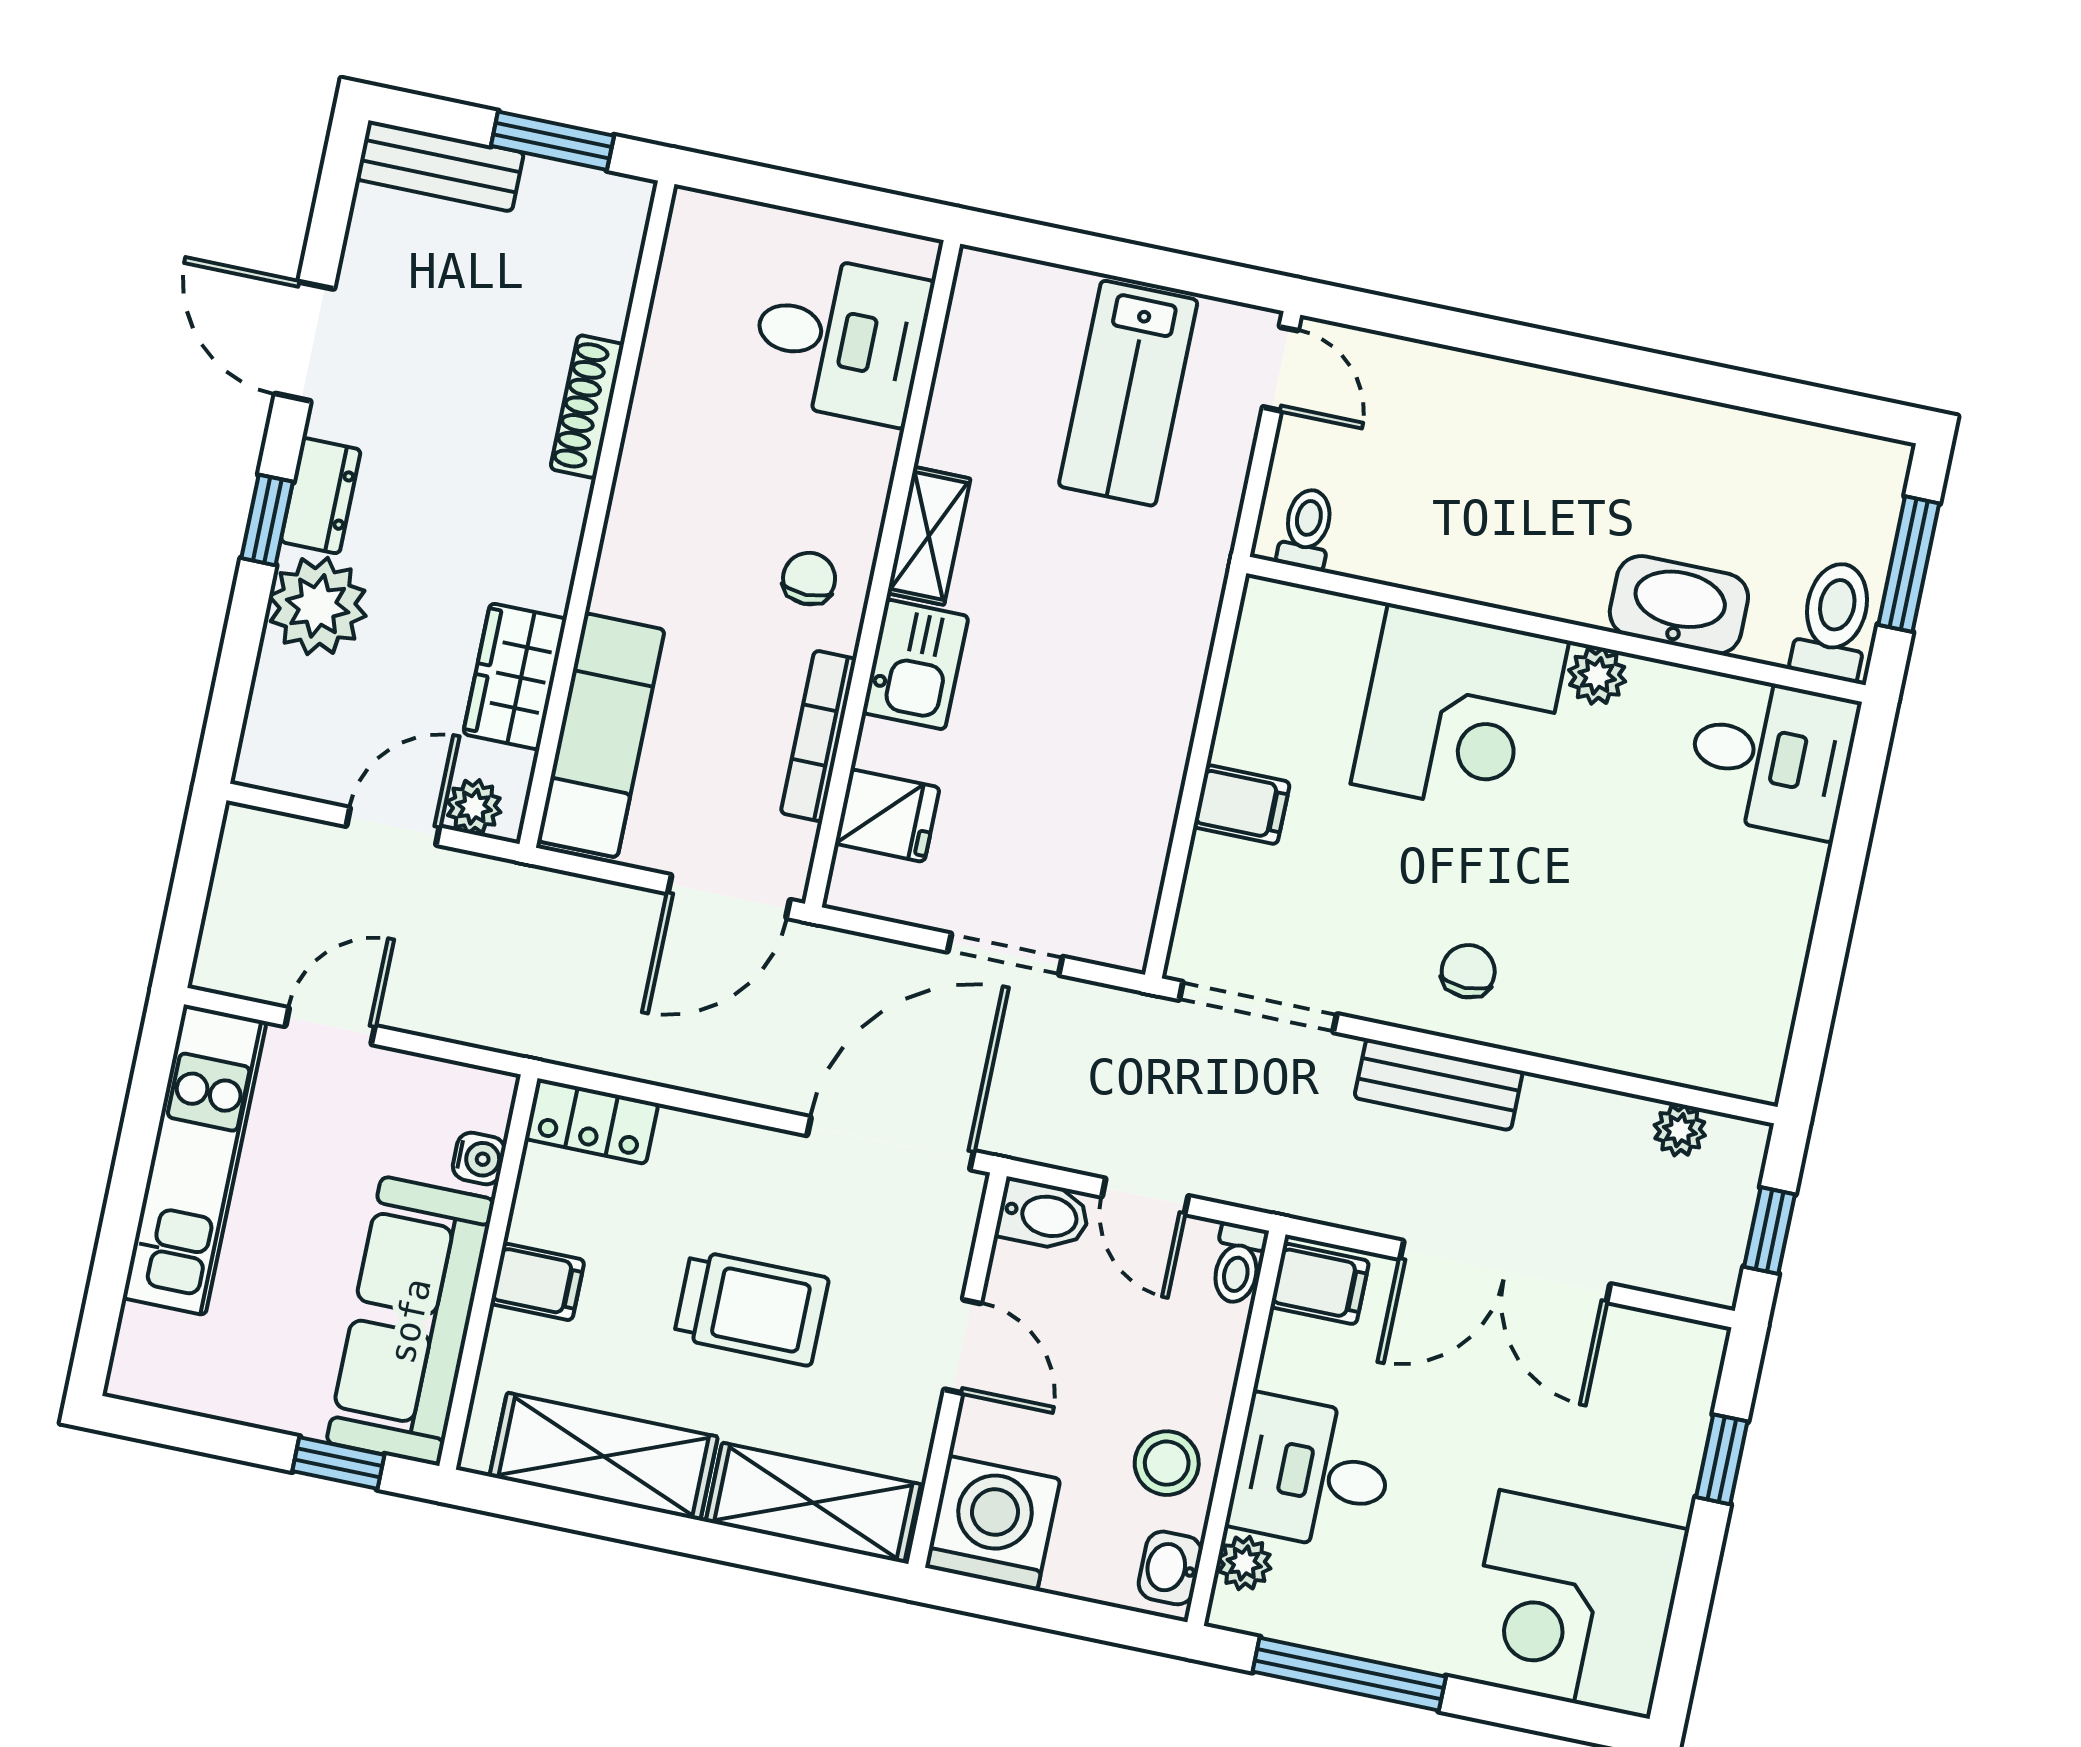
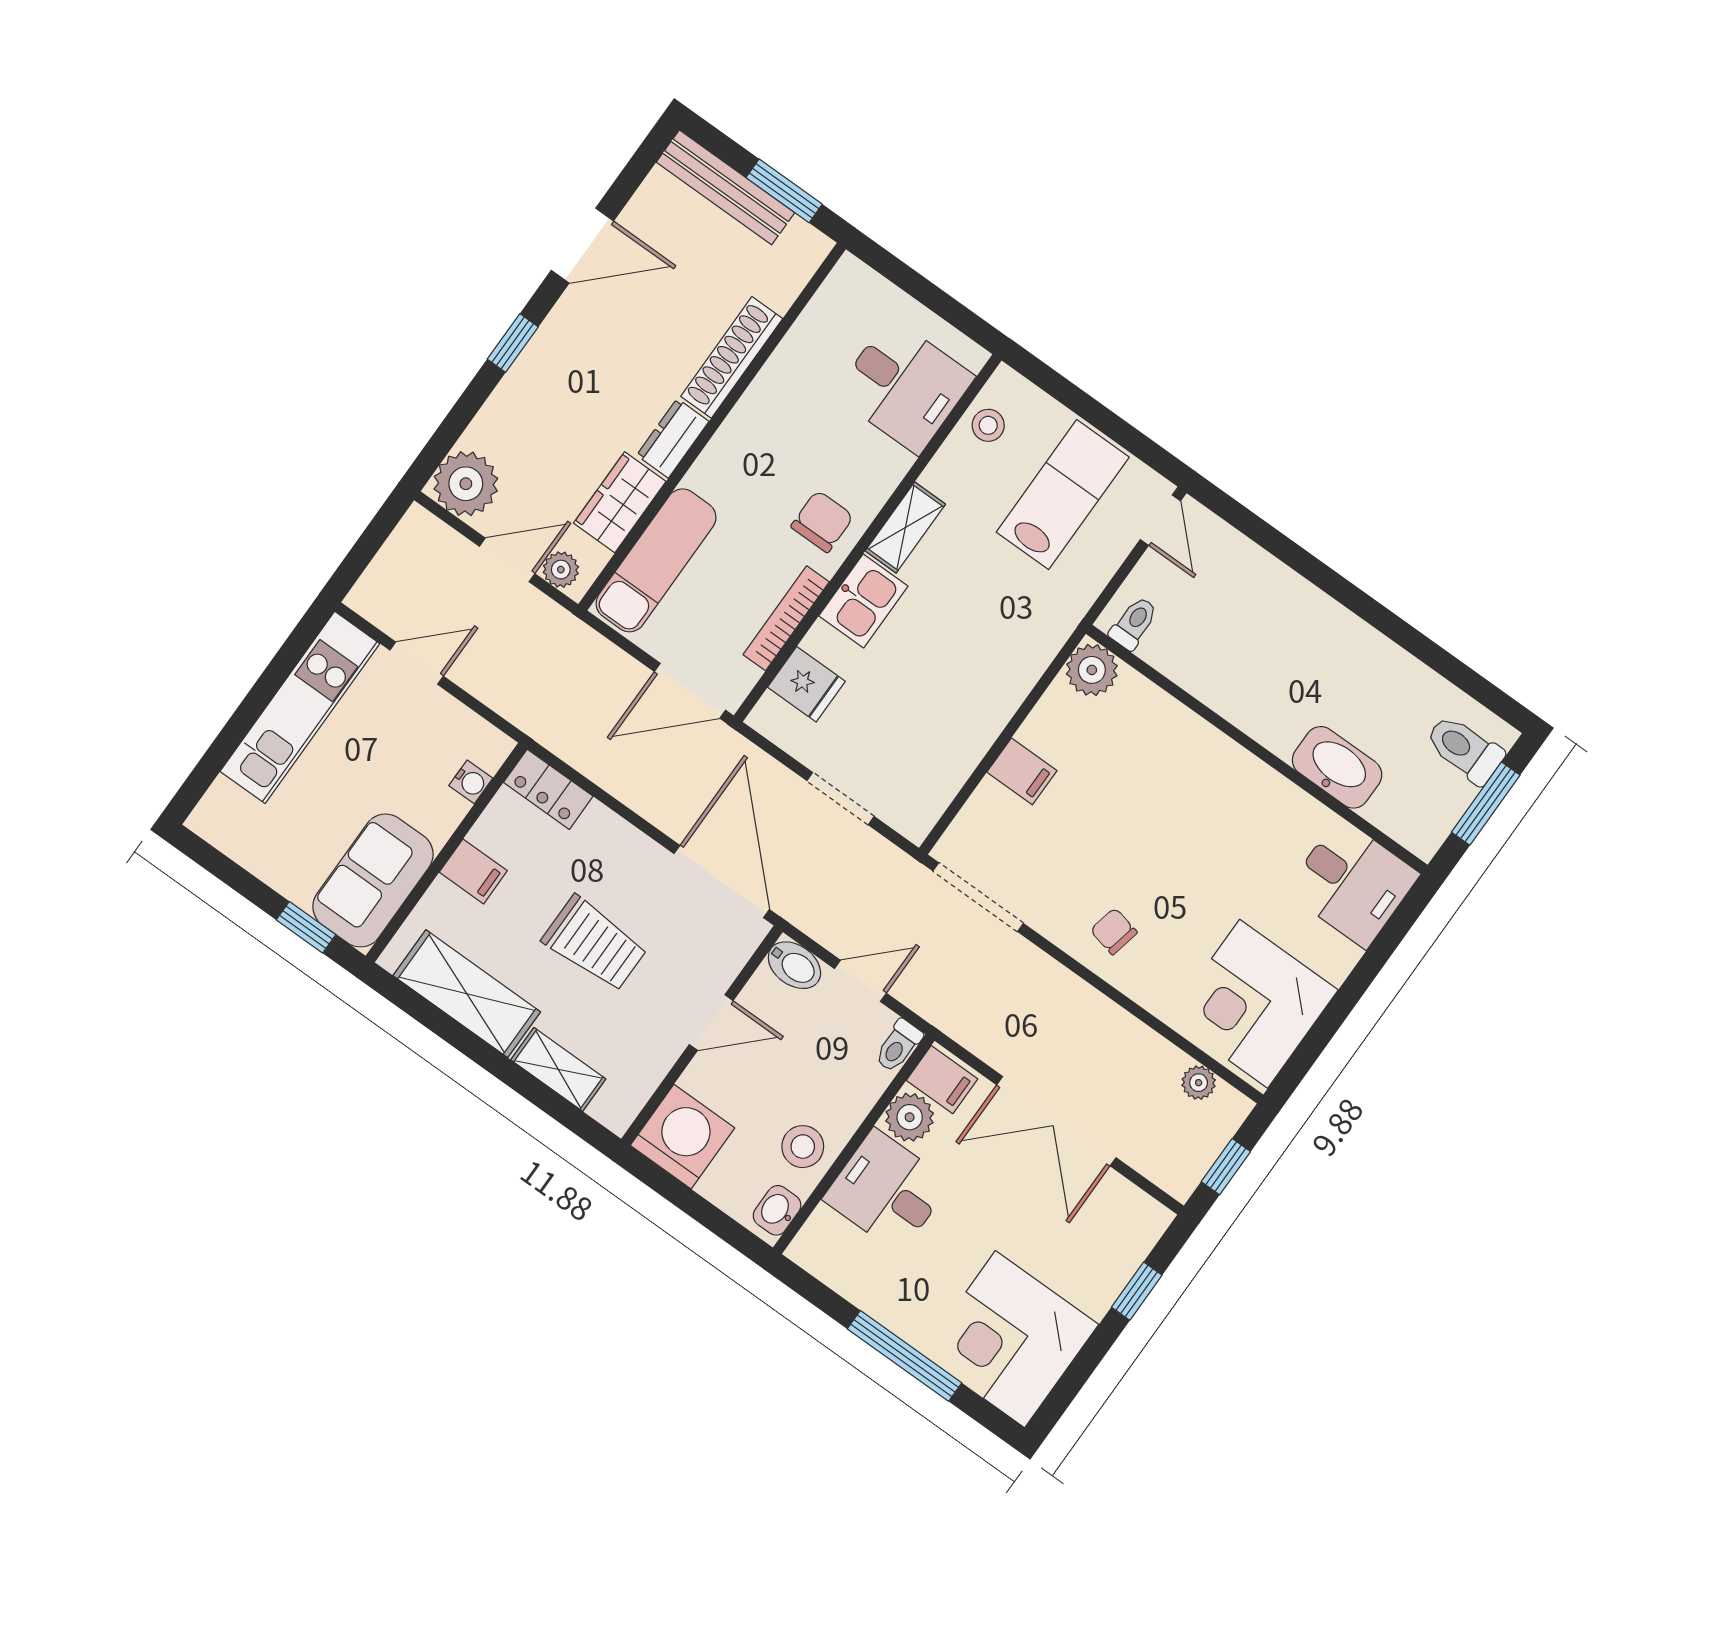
bench: (440, 166) -> (725, 187), width x1.36
door: (305, 341) -> (582, 246), swing flipped
stool: (982, 342) -> (988, 425), added
lab bench: (1128, 393) -> (1063, 495), turned 180
shoe rack: (587, 407) -> (732, 357), width x1.36, depth x1.24
dresser: (321, 496) -> (673, 438), moved, turned 180
chair: (809, 579) -> (822, 521), width x1.37, depth x1.37
plant: (318, 606) -> (466, 484), moved
toilet: (1834, 620) -> (1465, 749), moved, turned -90
plant: (1597, 676) -> (1092, 670), moved, width x1.38, depth x1.38
corner desk: (1460, 712) -> (1254, 1004), moved, turned 90
chair: (1468, 971) -> (1114, 931), turned -78
bench: (1439, 1084) -> (1066, 991), removed
door: (890, 1143) -> (722, 882), hinge flipped
door: (1145, 1196) -> (860, 981), swing flipped
sofa: (410, 1321) -> (373, 880), width x0.73
door: (963, 1346) -> (711, 1023), hinge flipped
shelving: (813, 1503) -> (558, 1069), width x0.67, depth x0.75
plant: (1244, 1563) -> (910, 1117), moved, width x1.38, depth x1.38
window: (1349, 1674) -> (905, 1356), moved

